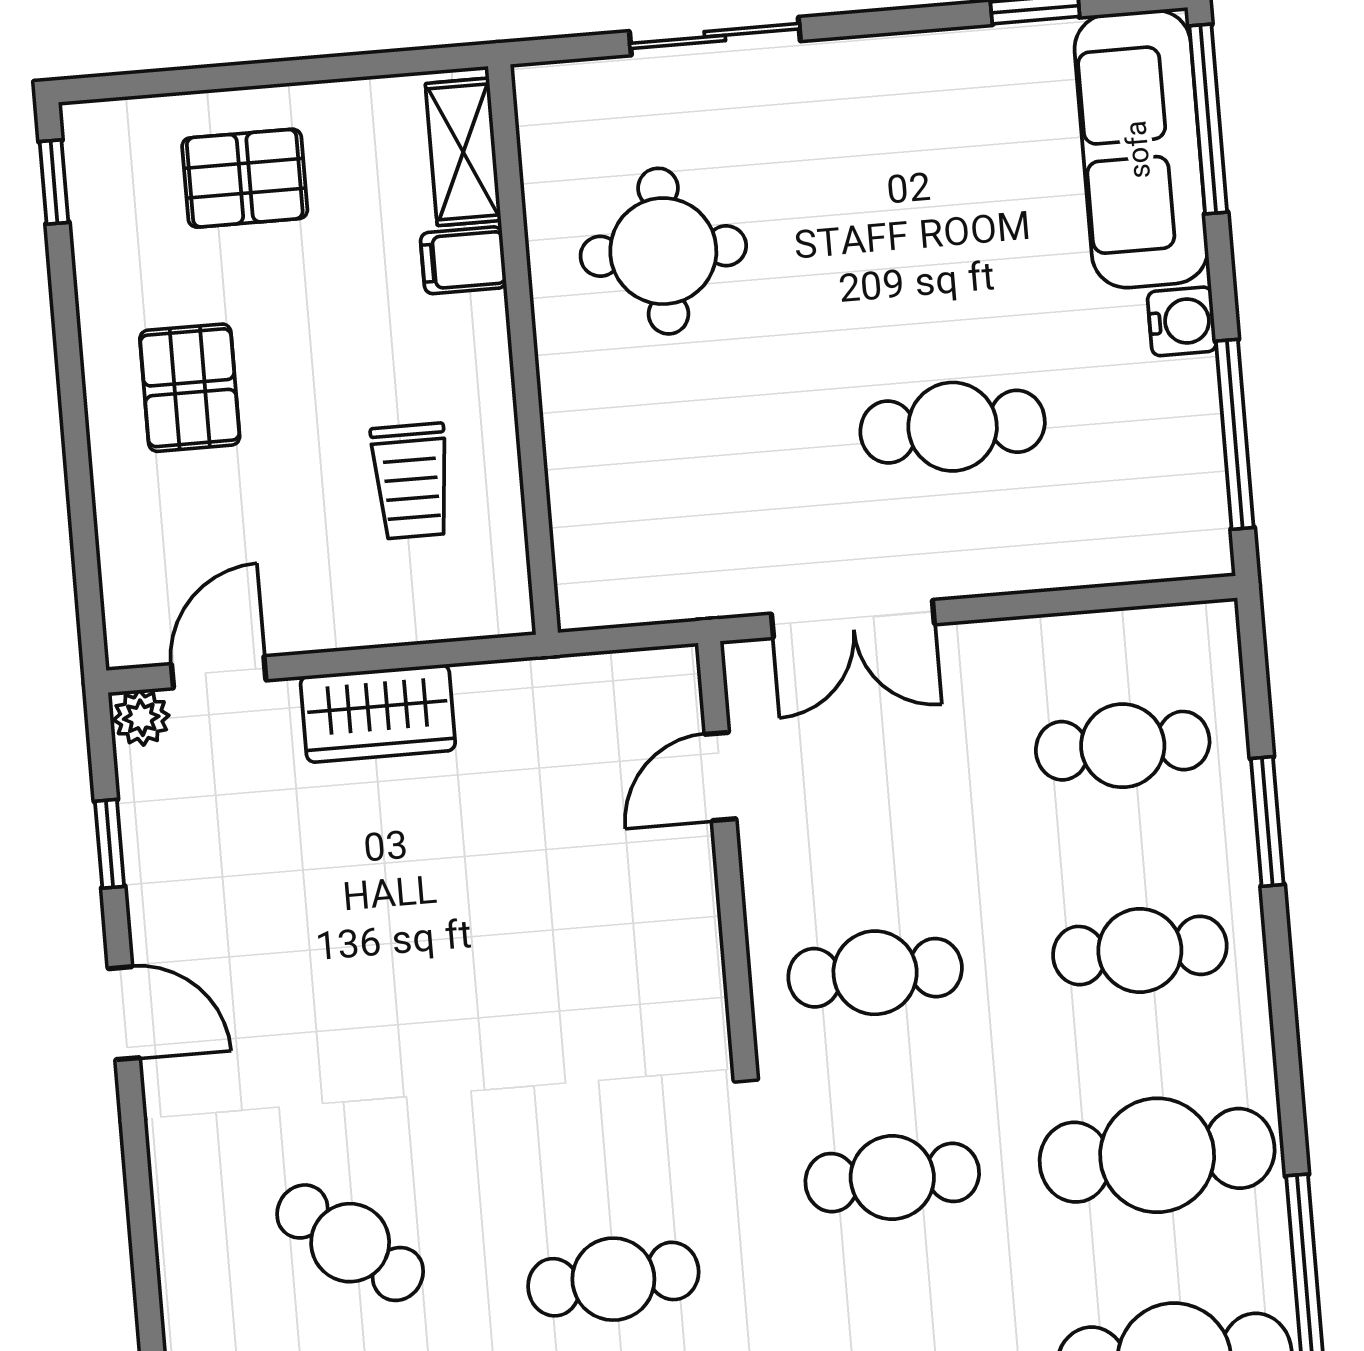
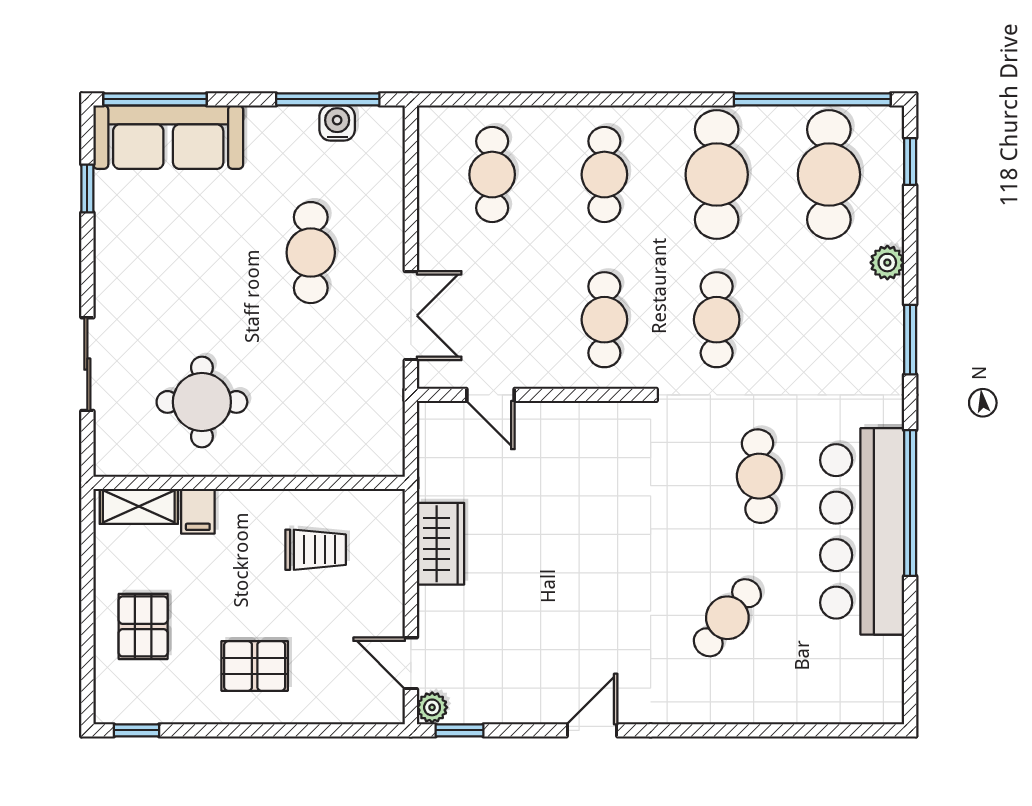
water cooler: (1182, 321) -> (337, 123), moved
wardrobe: (378, 713) -> (441, 544), moved
window: (1267, 822) -> (540, 99), removed
window: (110, 844) -> (460, 730), moved

